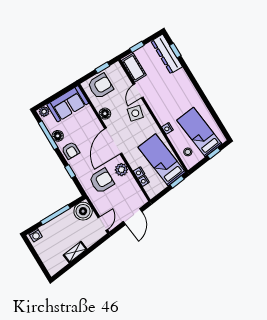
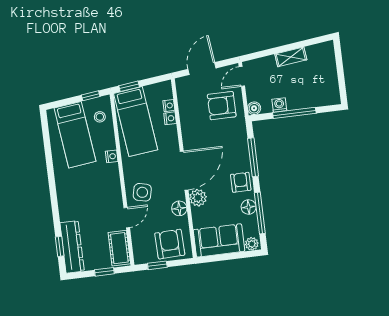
armchair: (100, 86) -> (170, 244), turned 88
window: (214, 153) -> (91, 96), moved
plant: (121, 170) -> (198, 198), moved
window: (70, 171) -> (253, 157), width x2.17
armchair: (102, 181) -> (222, 106), moved
boiler: (83, 211) -> (254, 108), width x0.54, depth x0.54
washing machine: (36, 235) -> (279, 105), moved

